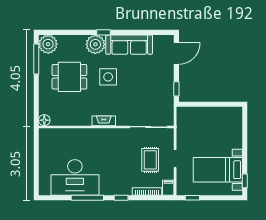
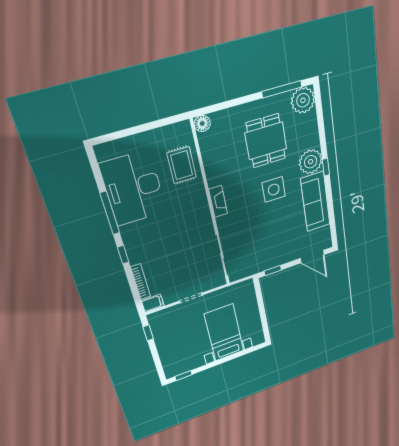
rug: (150, 160) -> (182, 165), moved, turned 90
bed with nightstands: (218, 170) -> (224, 333), moved

